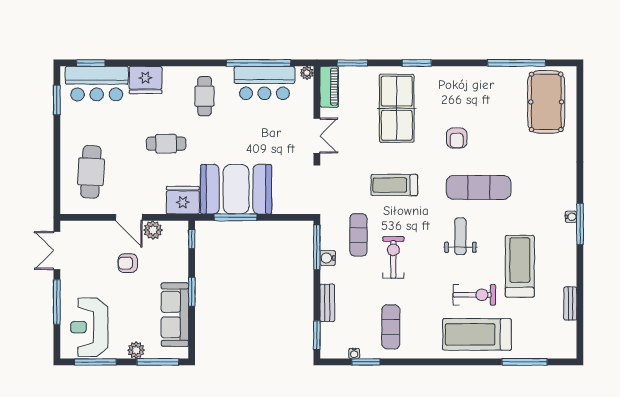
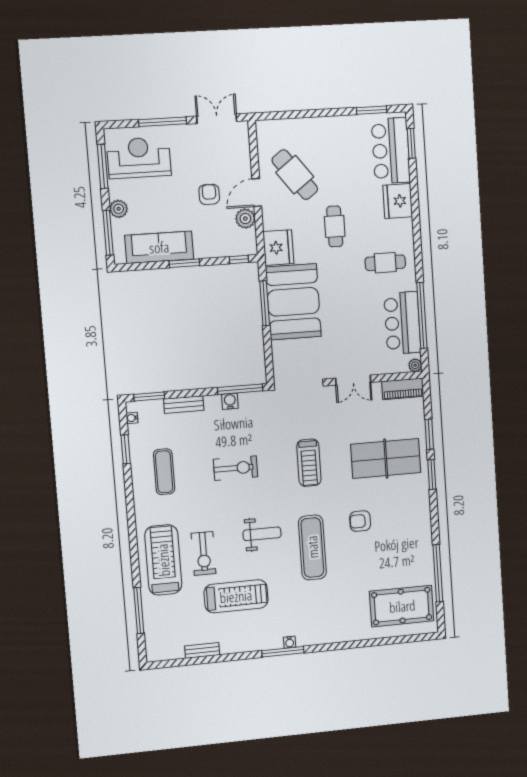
window: (352, 63) -> (429, 434), moved
cafe table: (91, 172) -> (295, 175), moved, turned 50
treadmill: (394, 185) -> (309, 463), turned 180
exercise mat: (358, 235) -> (256, 431), removed
exercise mat: (391, 327) -> (164, 472), turned 90
water cooler: (354, 353) -> (132, 418), moved

